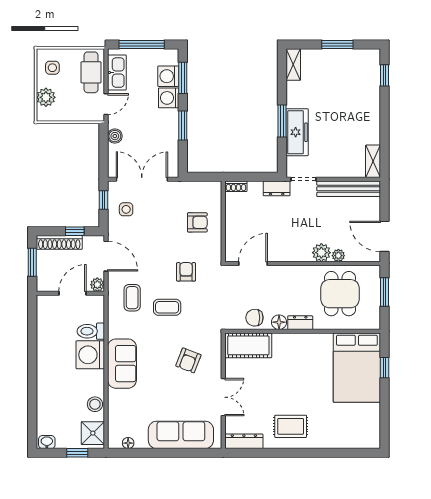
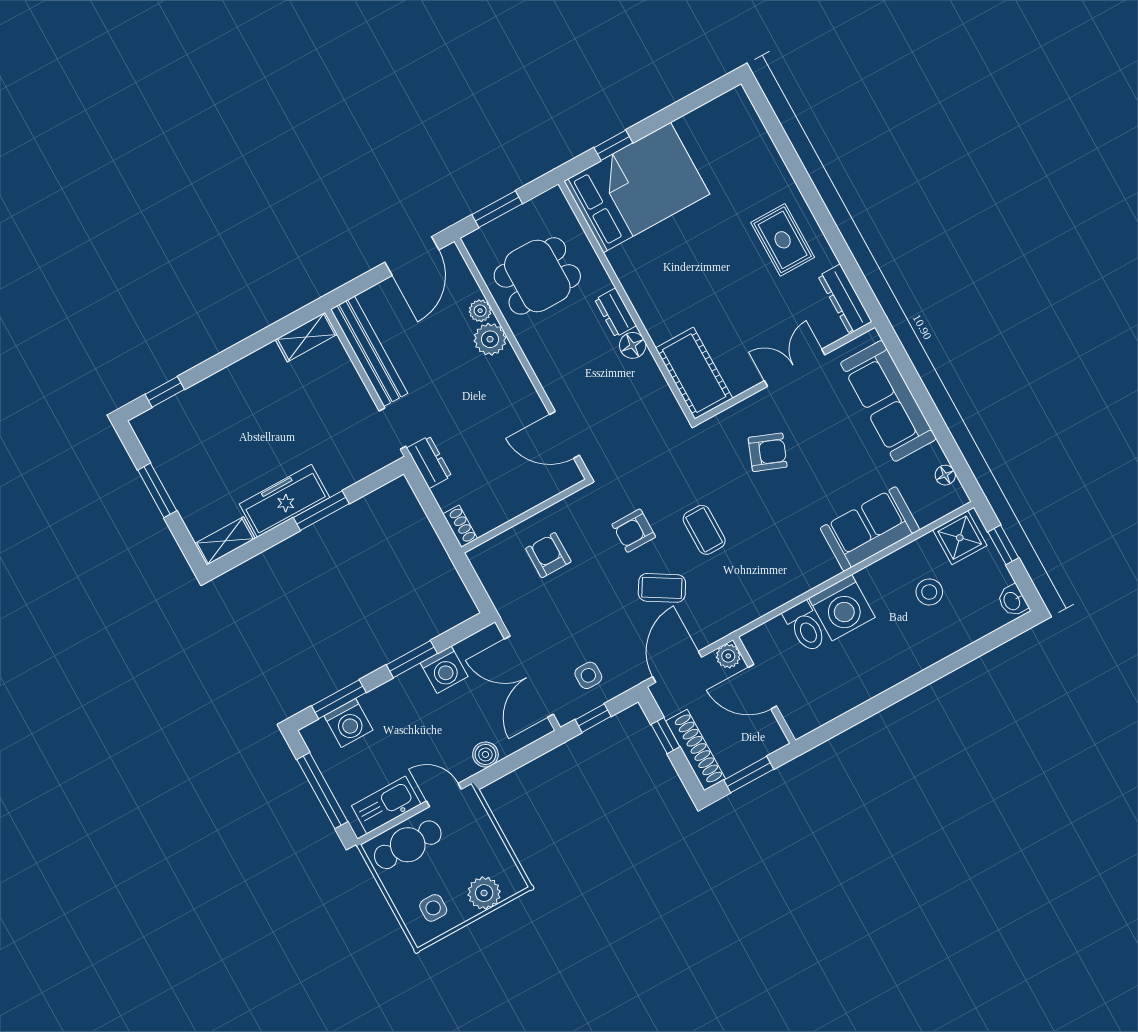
washing machine: (169, 98) -> (444, 670), moved
freezer: (297, 132) -> (284, 501), moved
coffee table: (132, 298) -> (662, 588), moved, turned 31
chair: (254, 318) -> (646, 387), removed
sofa: (122, 364) -> (870, 529), moved
stool: (95, 404) -> (929, 592), moved

